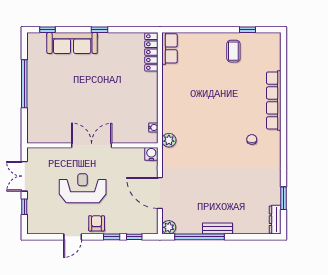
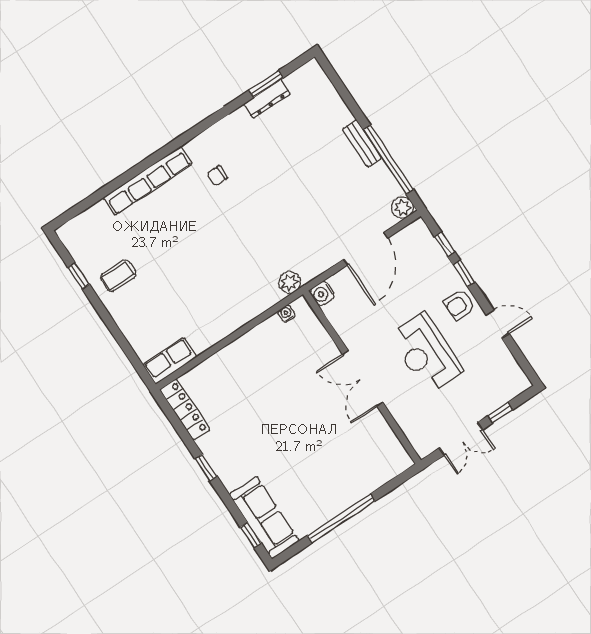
sofa: (72, 43) -> (264, 518), moved
locker: (151, 52) -> (185, 410), moved, turned -90
dresser: (275, 220) -> (267, 99), moved

